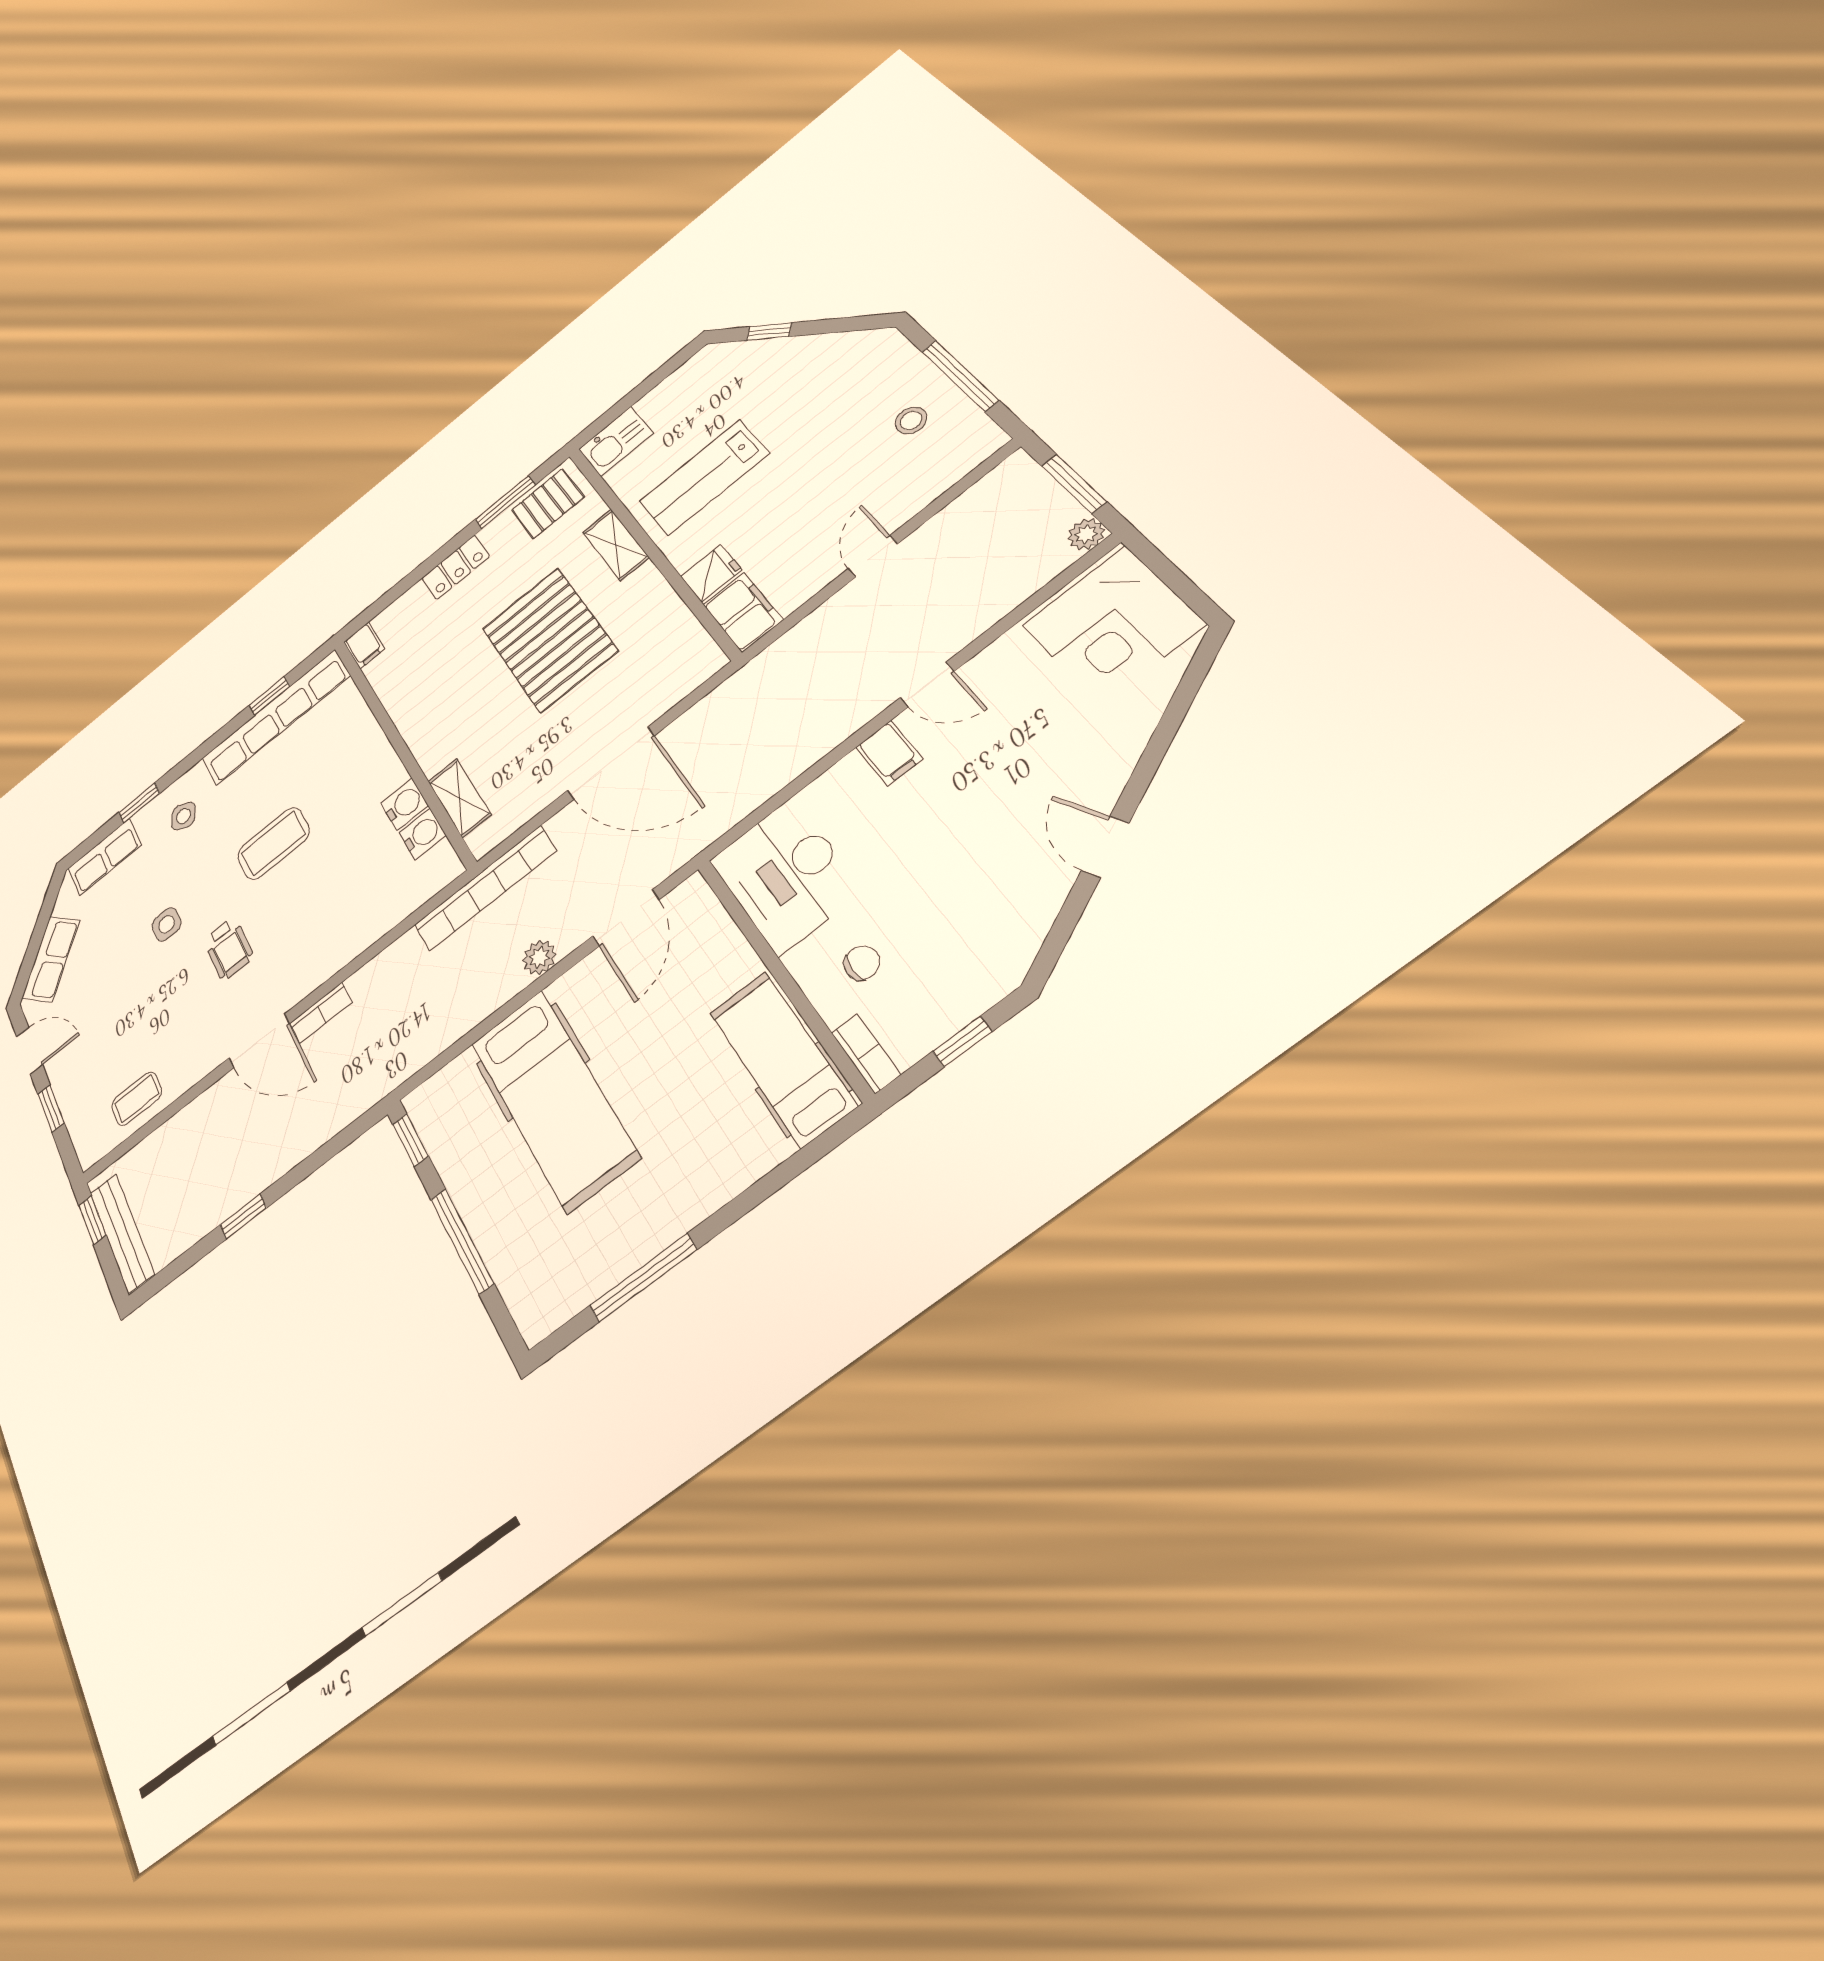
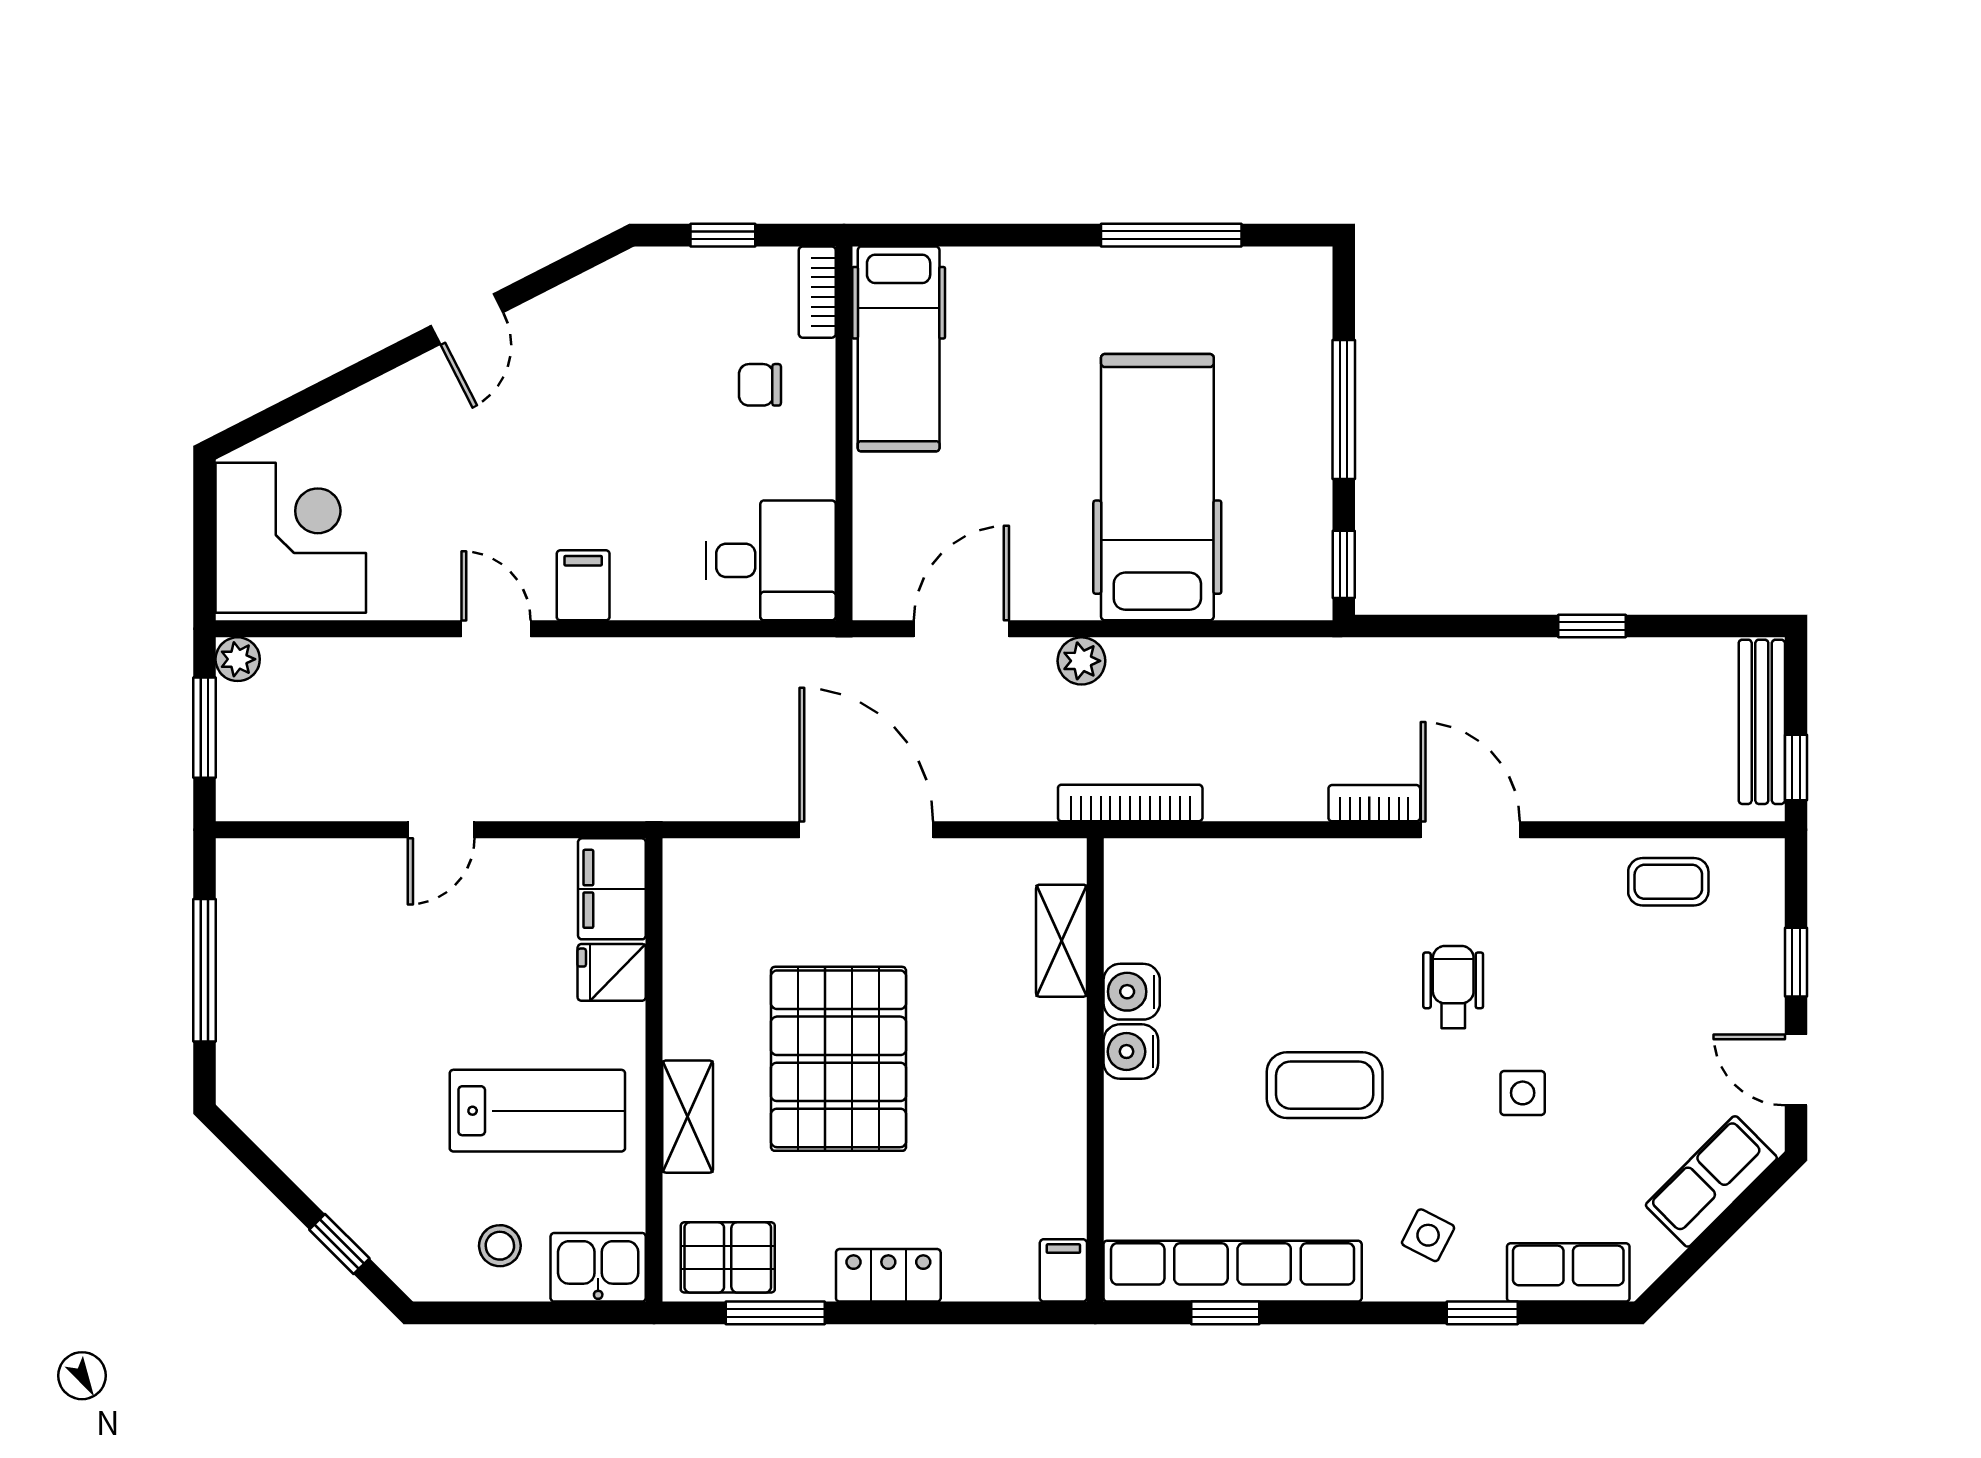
stool: (911, 420) -> (500, 1246), moved
water cooler: (423, 834) -> (1131, 1052), moved
desk: (785, 876) -> (771, 560), width x0.73
bookcase: (485, 888) -> (1130, 803), width x0.68, depth x0.76

